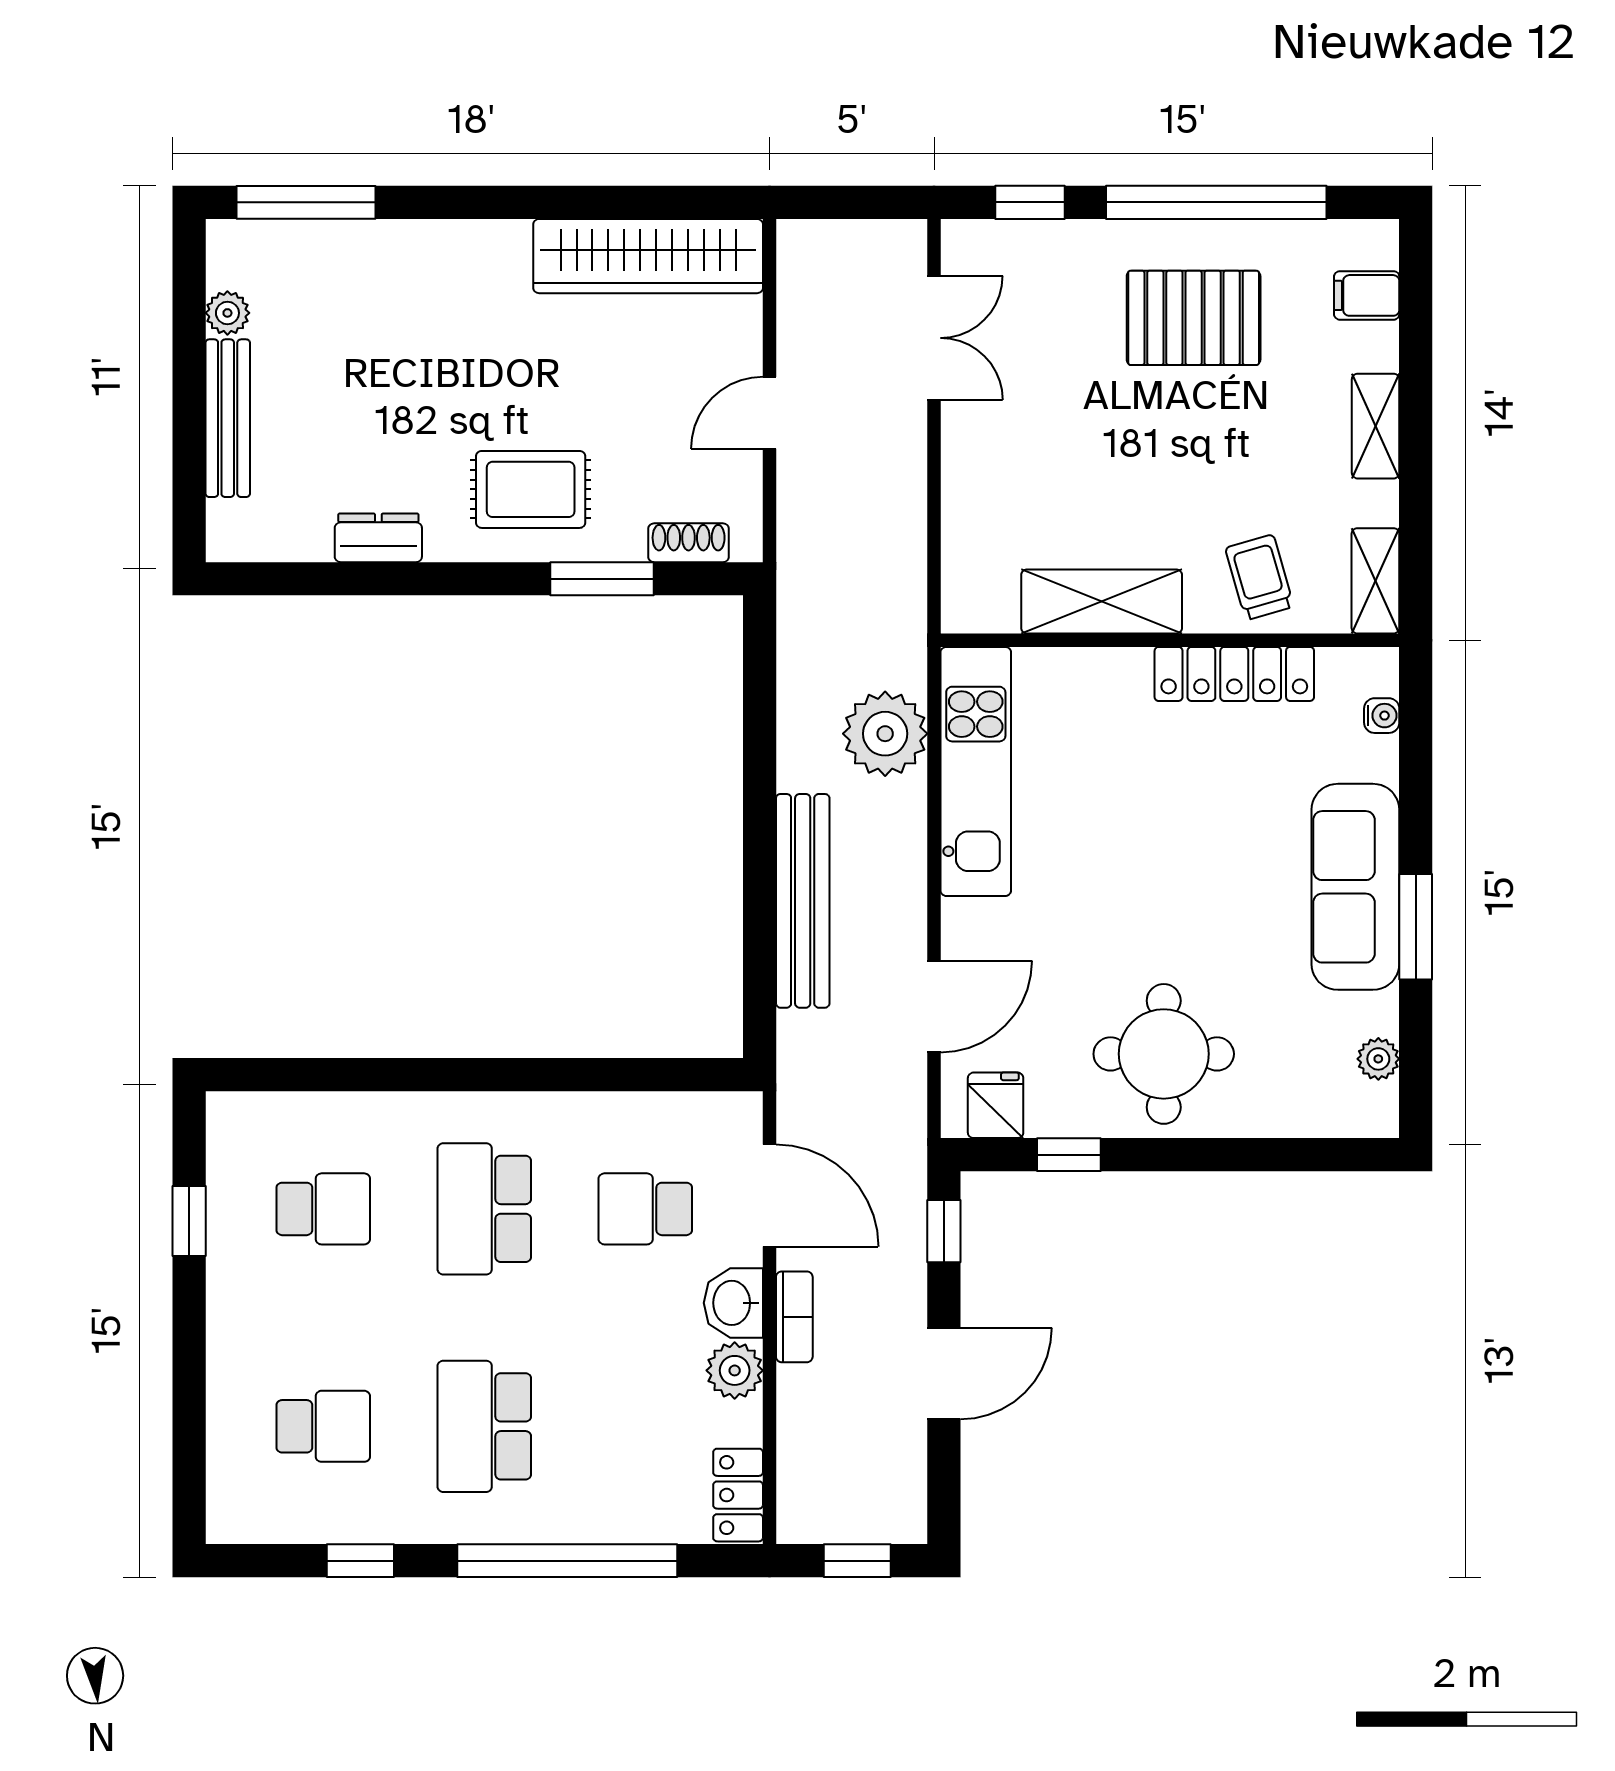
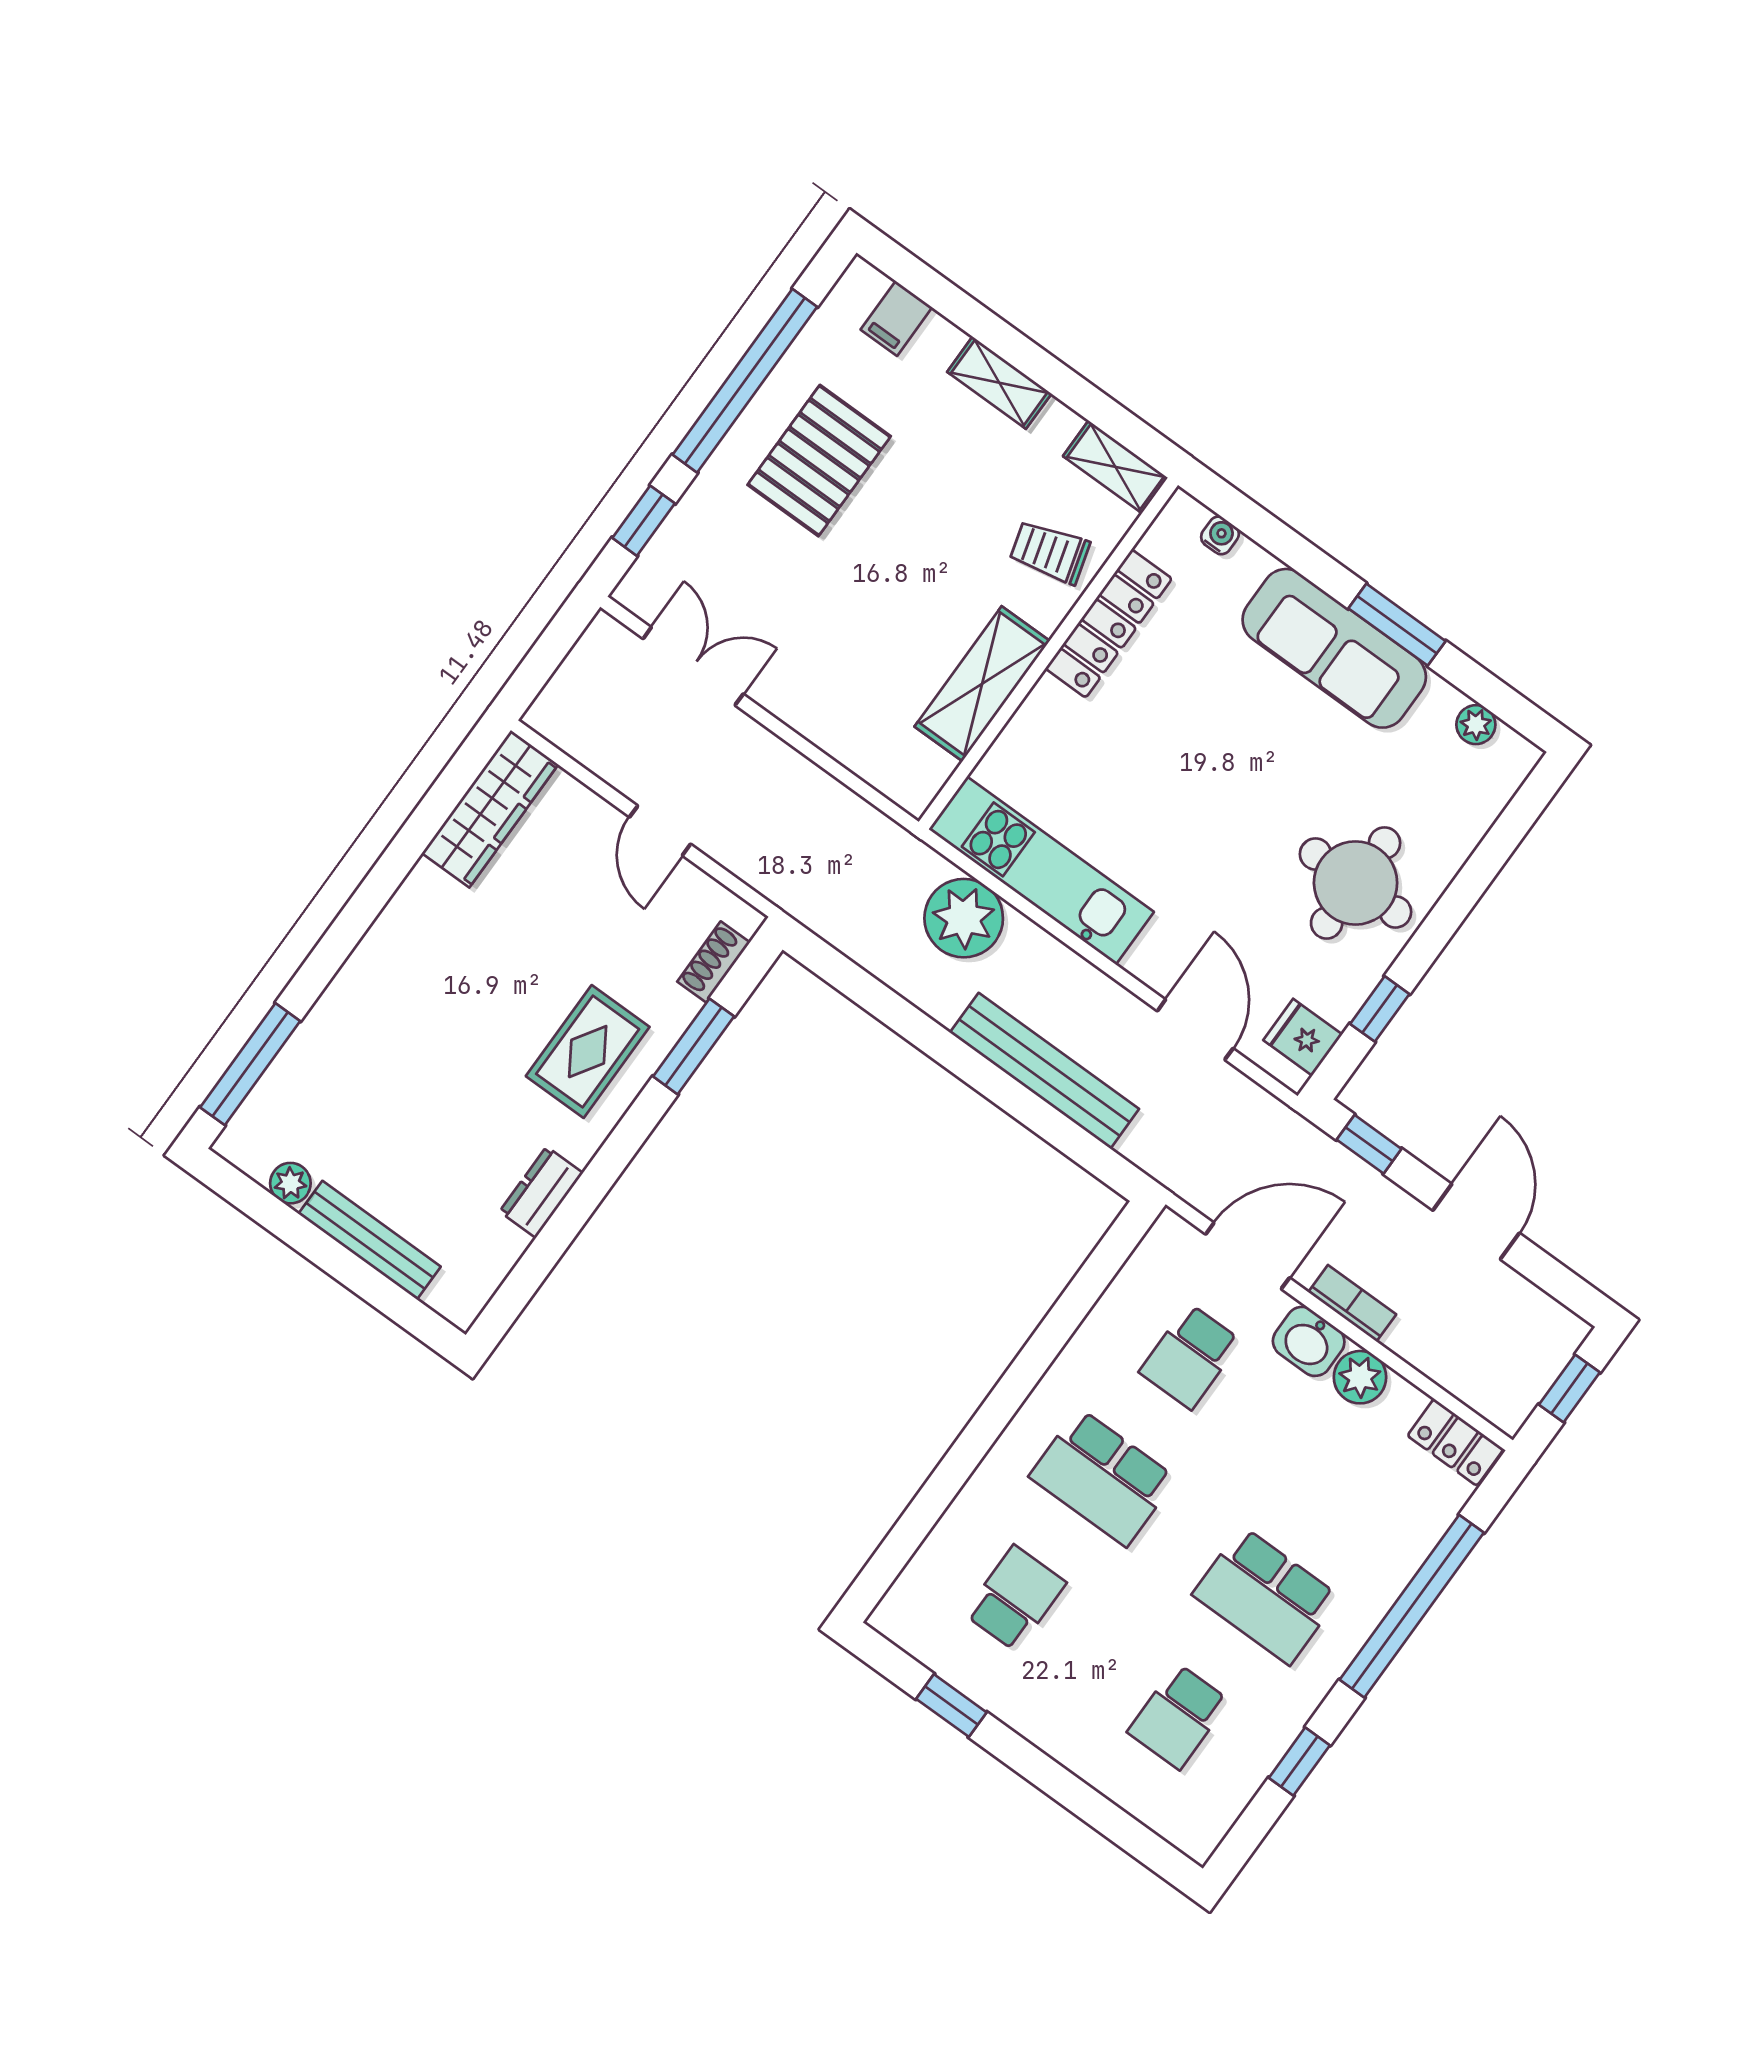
wardrobe: (648, 256) -> (490, 809), width x0.71, depth x0.85
school desk: (323, 1426) -> (1178, 1716), turned 180

